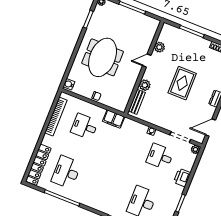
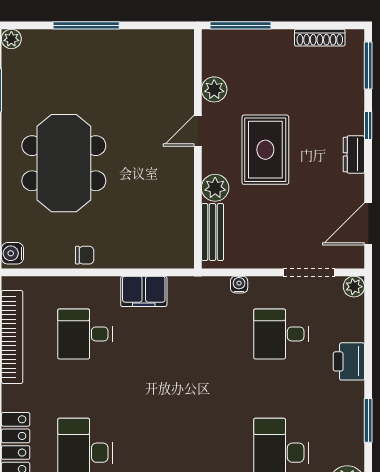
plant: (159, 47) -> (214, 89), moved
door: (147, 61) -> (198, 131), moved
wall: (144, 68) -> (198, 149), moved
plant: (145, 85) -> (215, 188), moved
bench: (137, 102) -> (212, 232), moved

